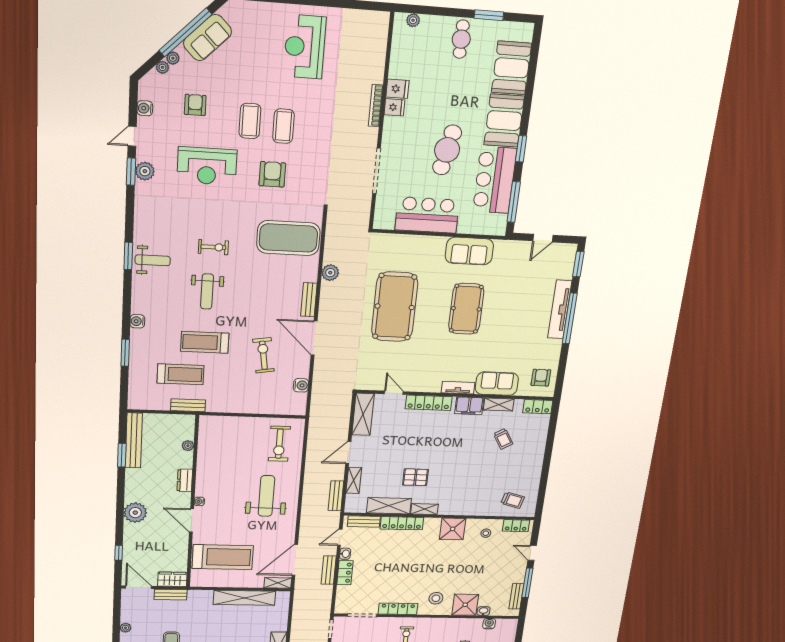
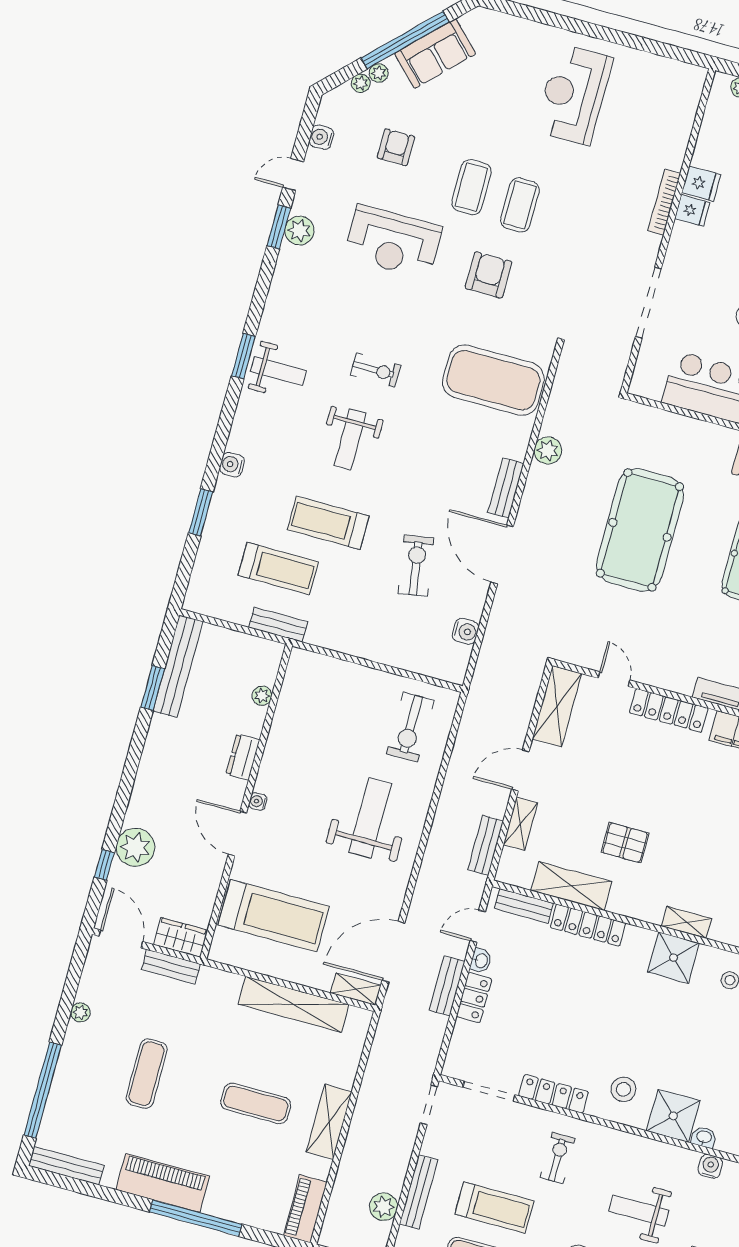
shelving: (425, 509) -> (687, 922), moved
plant: (135, 513) -> (135, 847), moved

